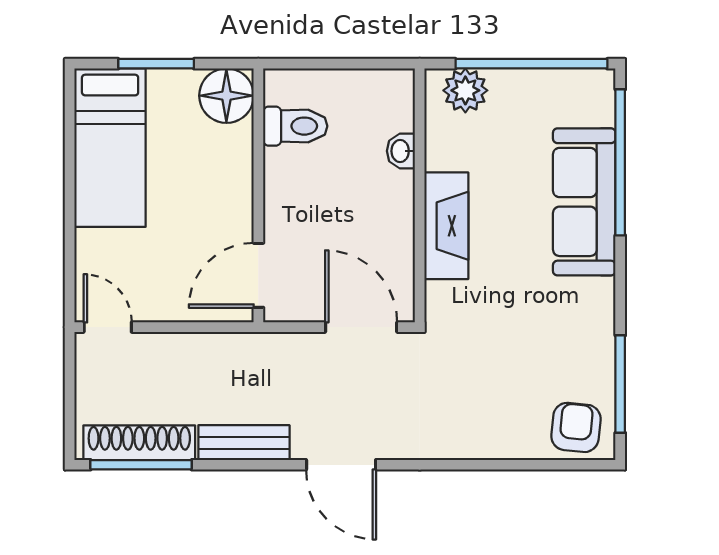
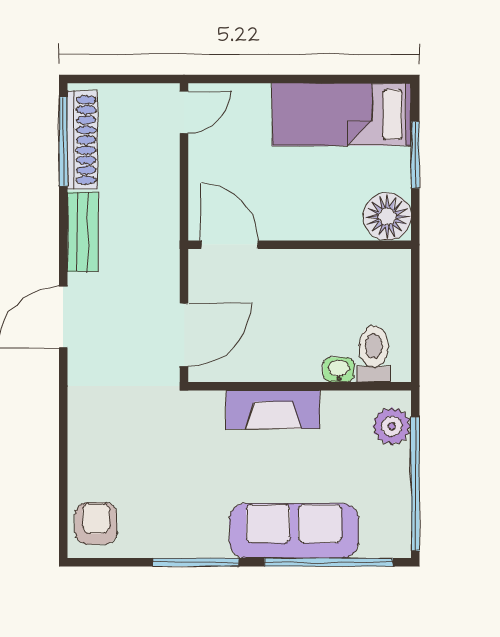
toilet: (295, 126) -> (374, 354), moved, turned 180
window: (620, 384) -> (196, 562), moved
armchair: (576, 427) -> (96, 523), turned -96

